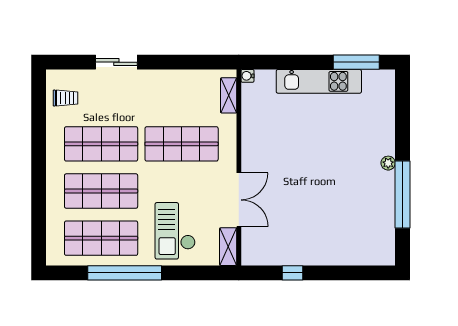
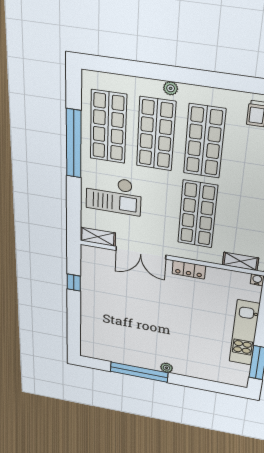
locker: (250, 148) -> (189, 270), added
plant: (53, 180) -> (171, 88), added
checkout: (175, 231) -> (114, 195), turned 180

